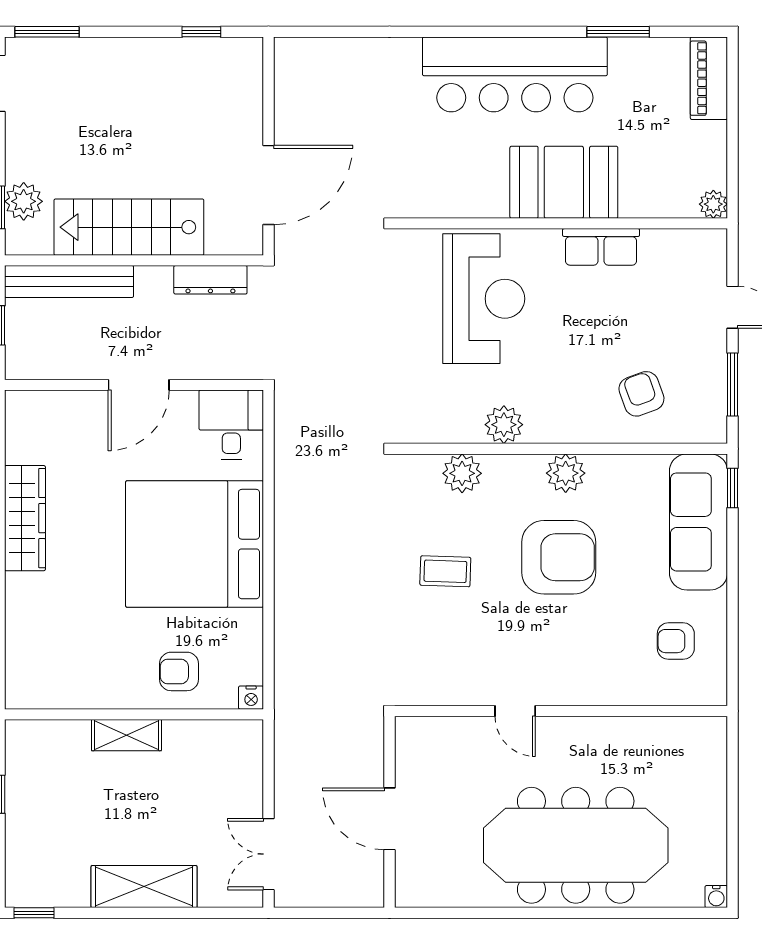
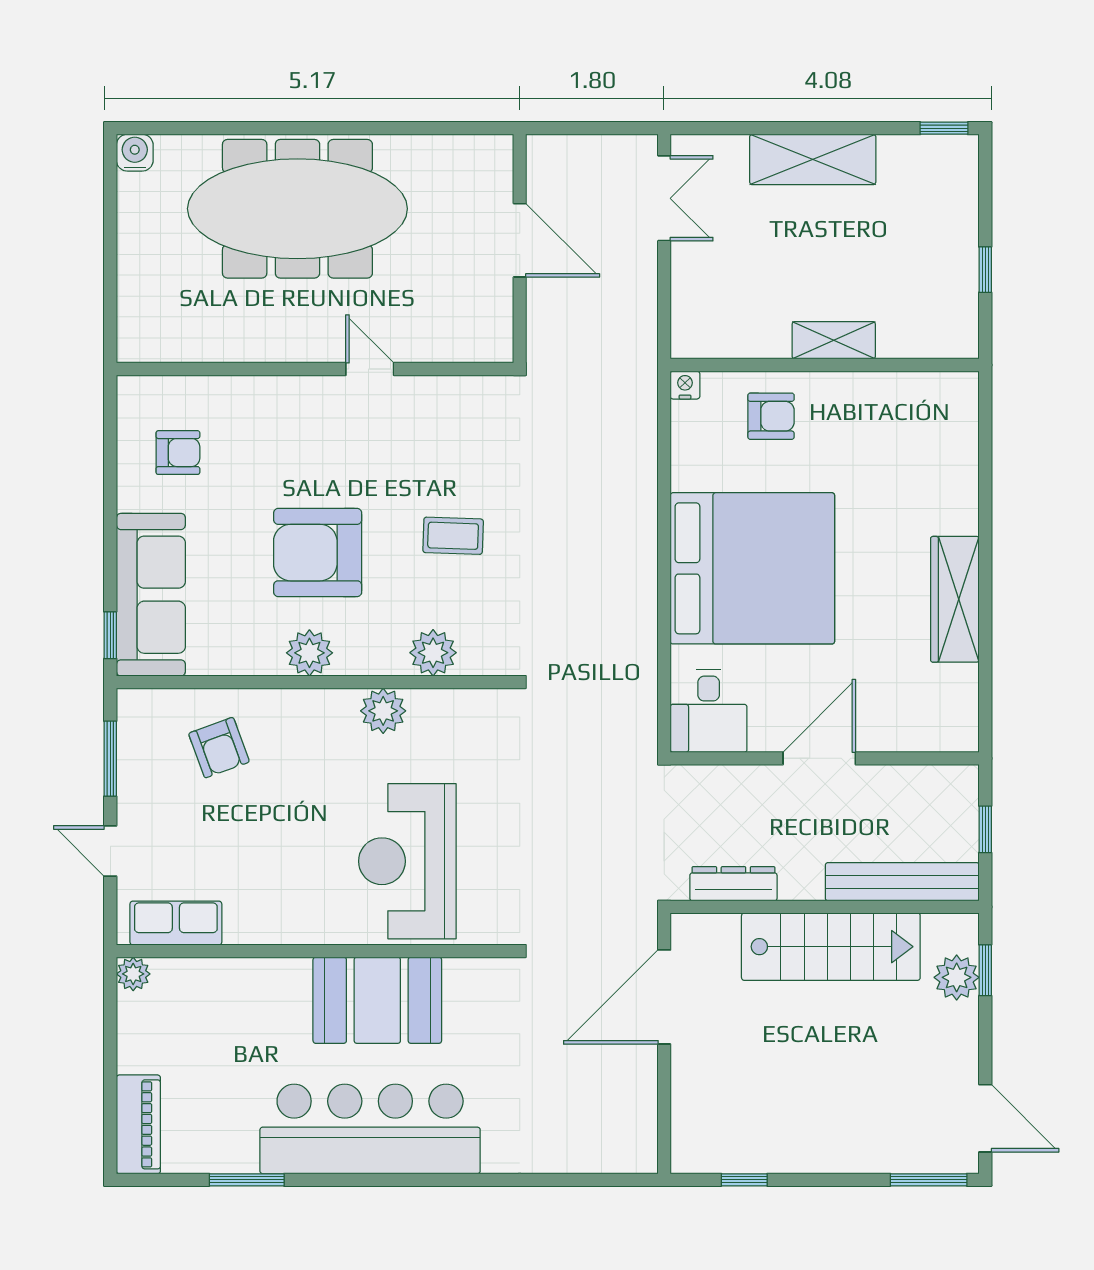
booth: (564, 182) -> (377, 1000), moved
row of seats: (601, 247) -> (176, 923), moved
water cooler: (716, 897) -> (135, 153), width x1.38, depth x1.38

